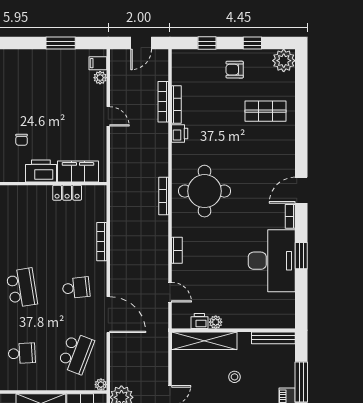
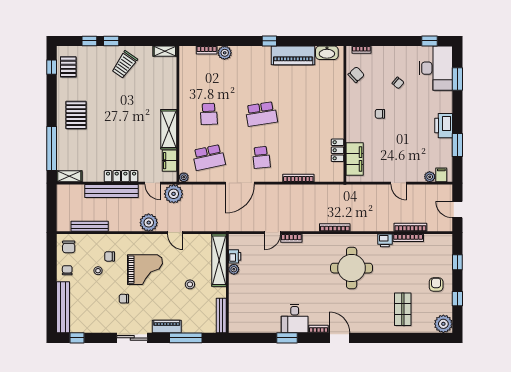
door: (108, 116) -> (399, 183), hinge flipped
printer: (41, 171) -> (444, 126), moved, turned 180
round table: (205, 191) -> (352, 268), moved
desk: (272, 261) -> (295, 319), width x0.53, depth x0.77
door: (170, 292) -> (272, 233), moved
school desk: (76, 353) -> (209, 157), turned -33

